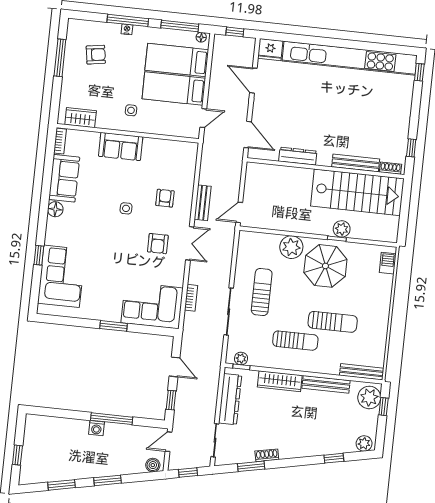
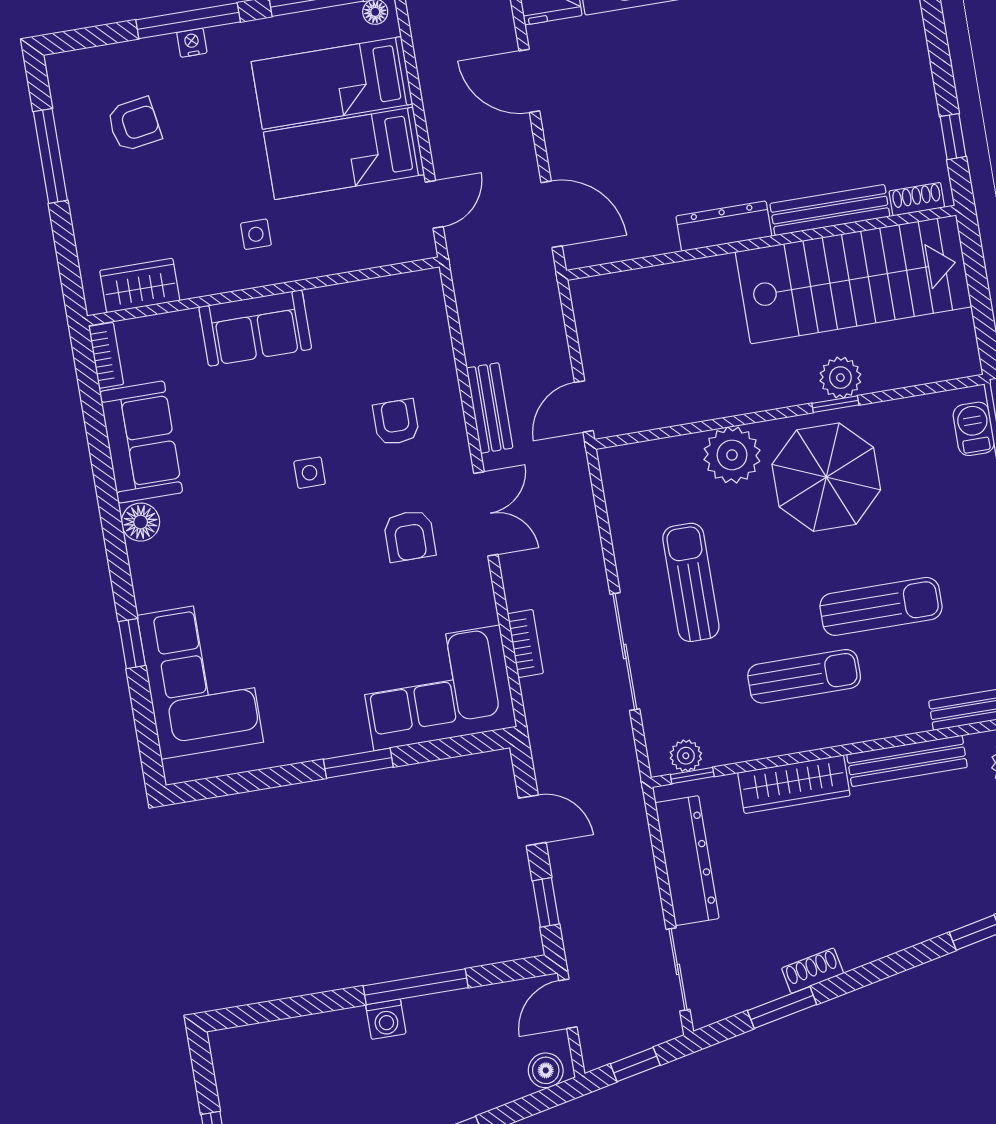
dresser: (298, 156) -> (724, 226), moved

